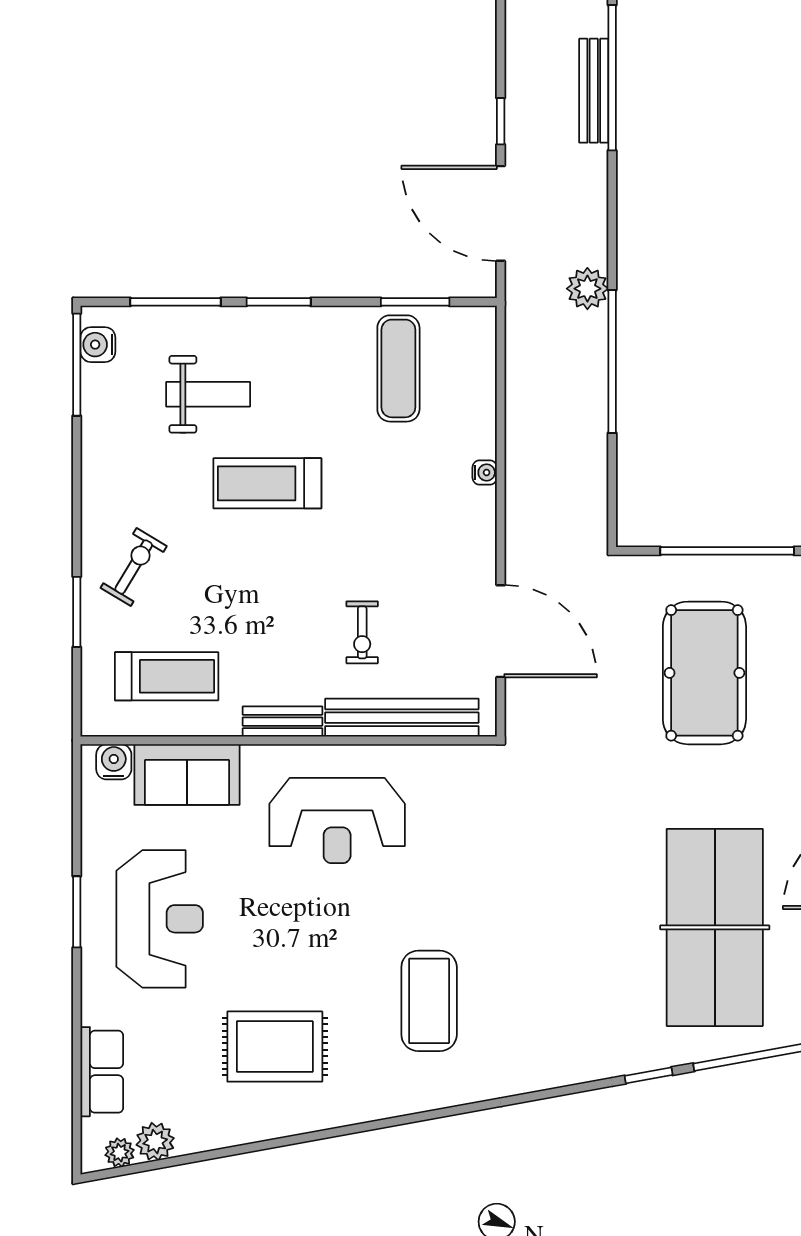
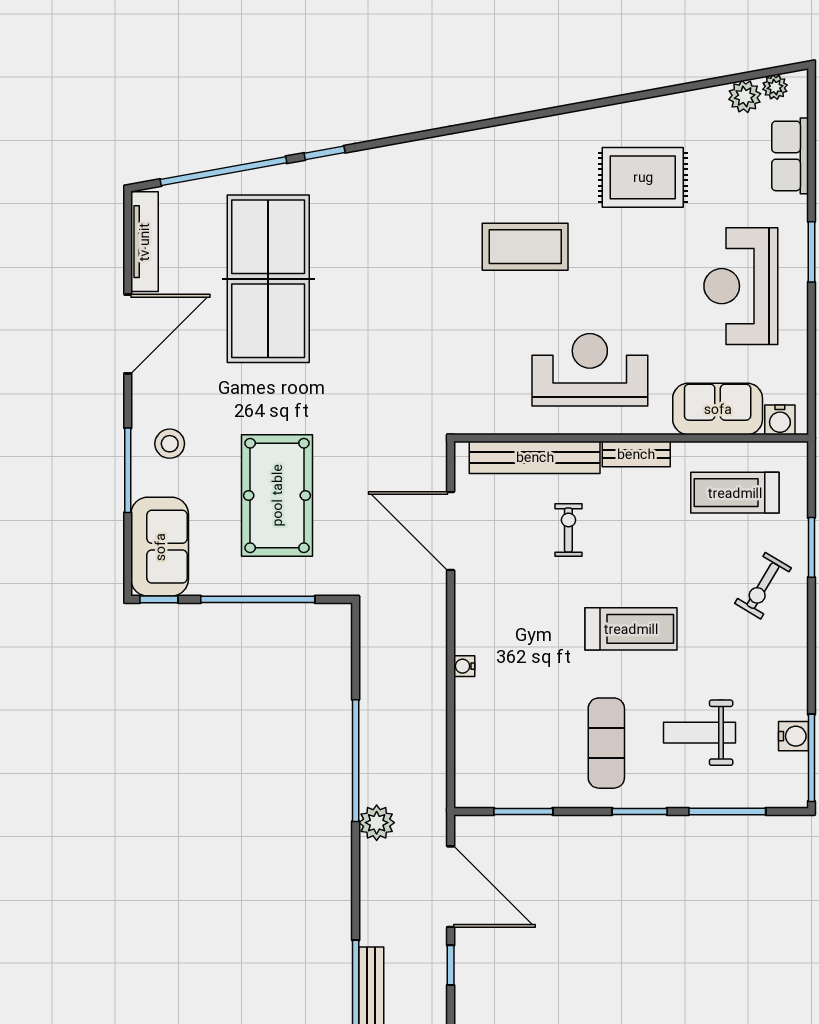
water cooler: (98, 345) -> (793, 736), moved
exercise mat: (398, 368) -> (606, 743), moved
treadmill: (267, 483) -> (631, 629), moved
window: (77, 912) -> (811, 252), moved
coffee table: (429, 1001) -> (525, 247), moved, turned 90

